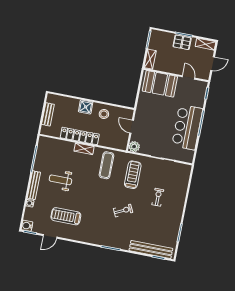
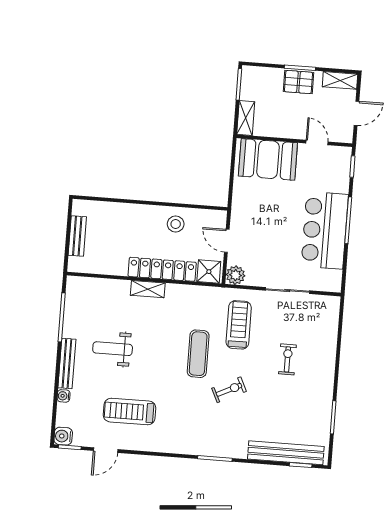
shower: (86, 107) -> (209, 272), moved
locker: (80, 136) -> (162, 269), moved
exercise mat: (106, 165) -> (198, 354), moved

